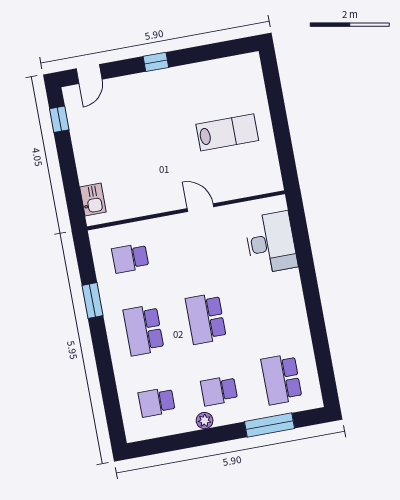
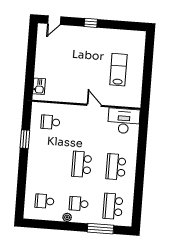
window: (59, 119) -> (32, 40), removed
lab bench: (227, 132) -> (118, 70), turned -90
desk: (271, 243) -> (124, 121), moved, turned -90
school desk: (143, 330) -> (116, 167), moved

